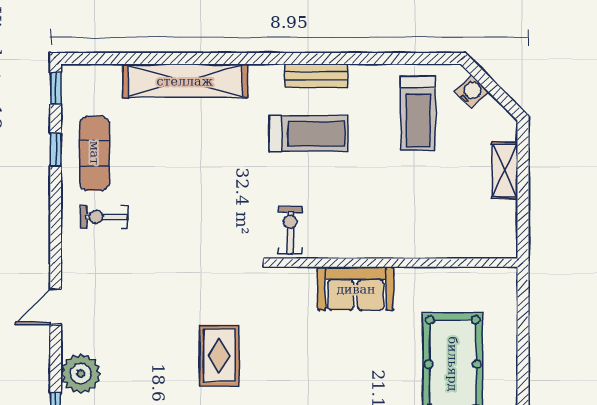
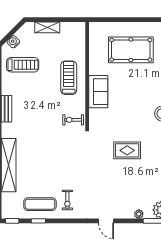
treadmill: (308, 134) -> (69, 78), moved
plant: (81, 374) -> (139, 214), width x0.53, depth x0.53

